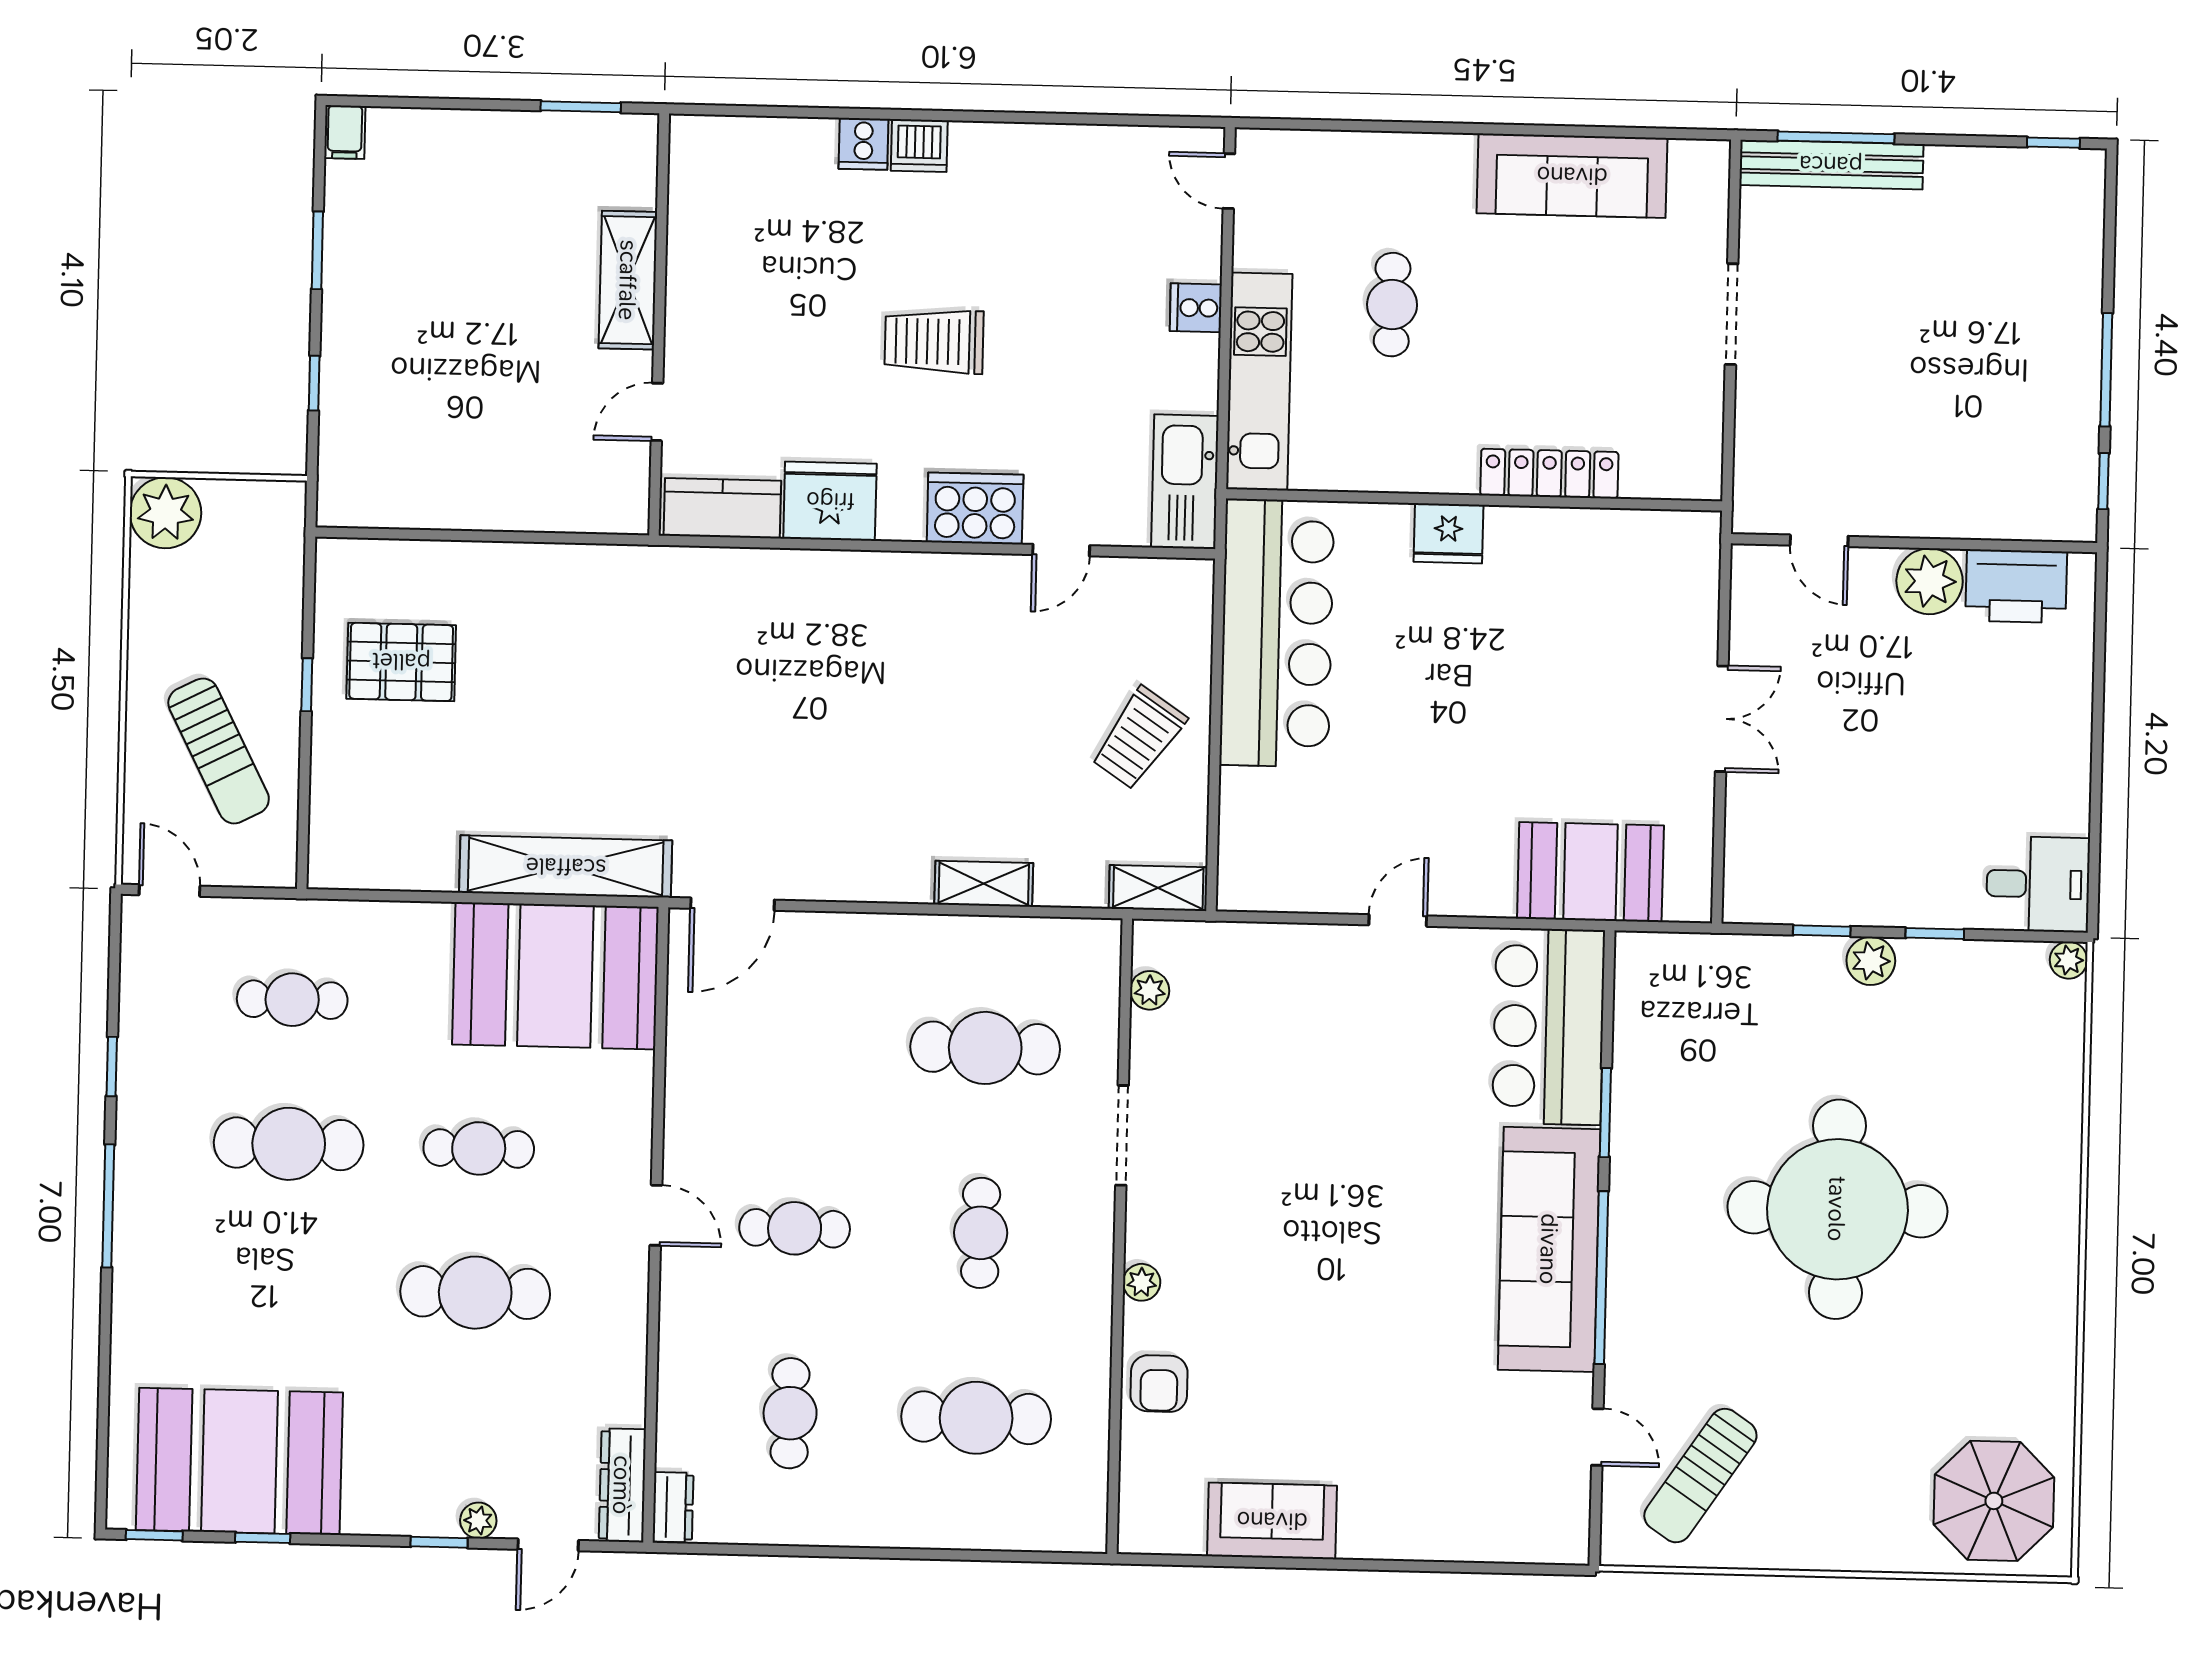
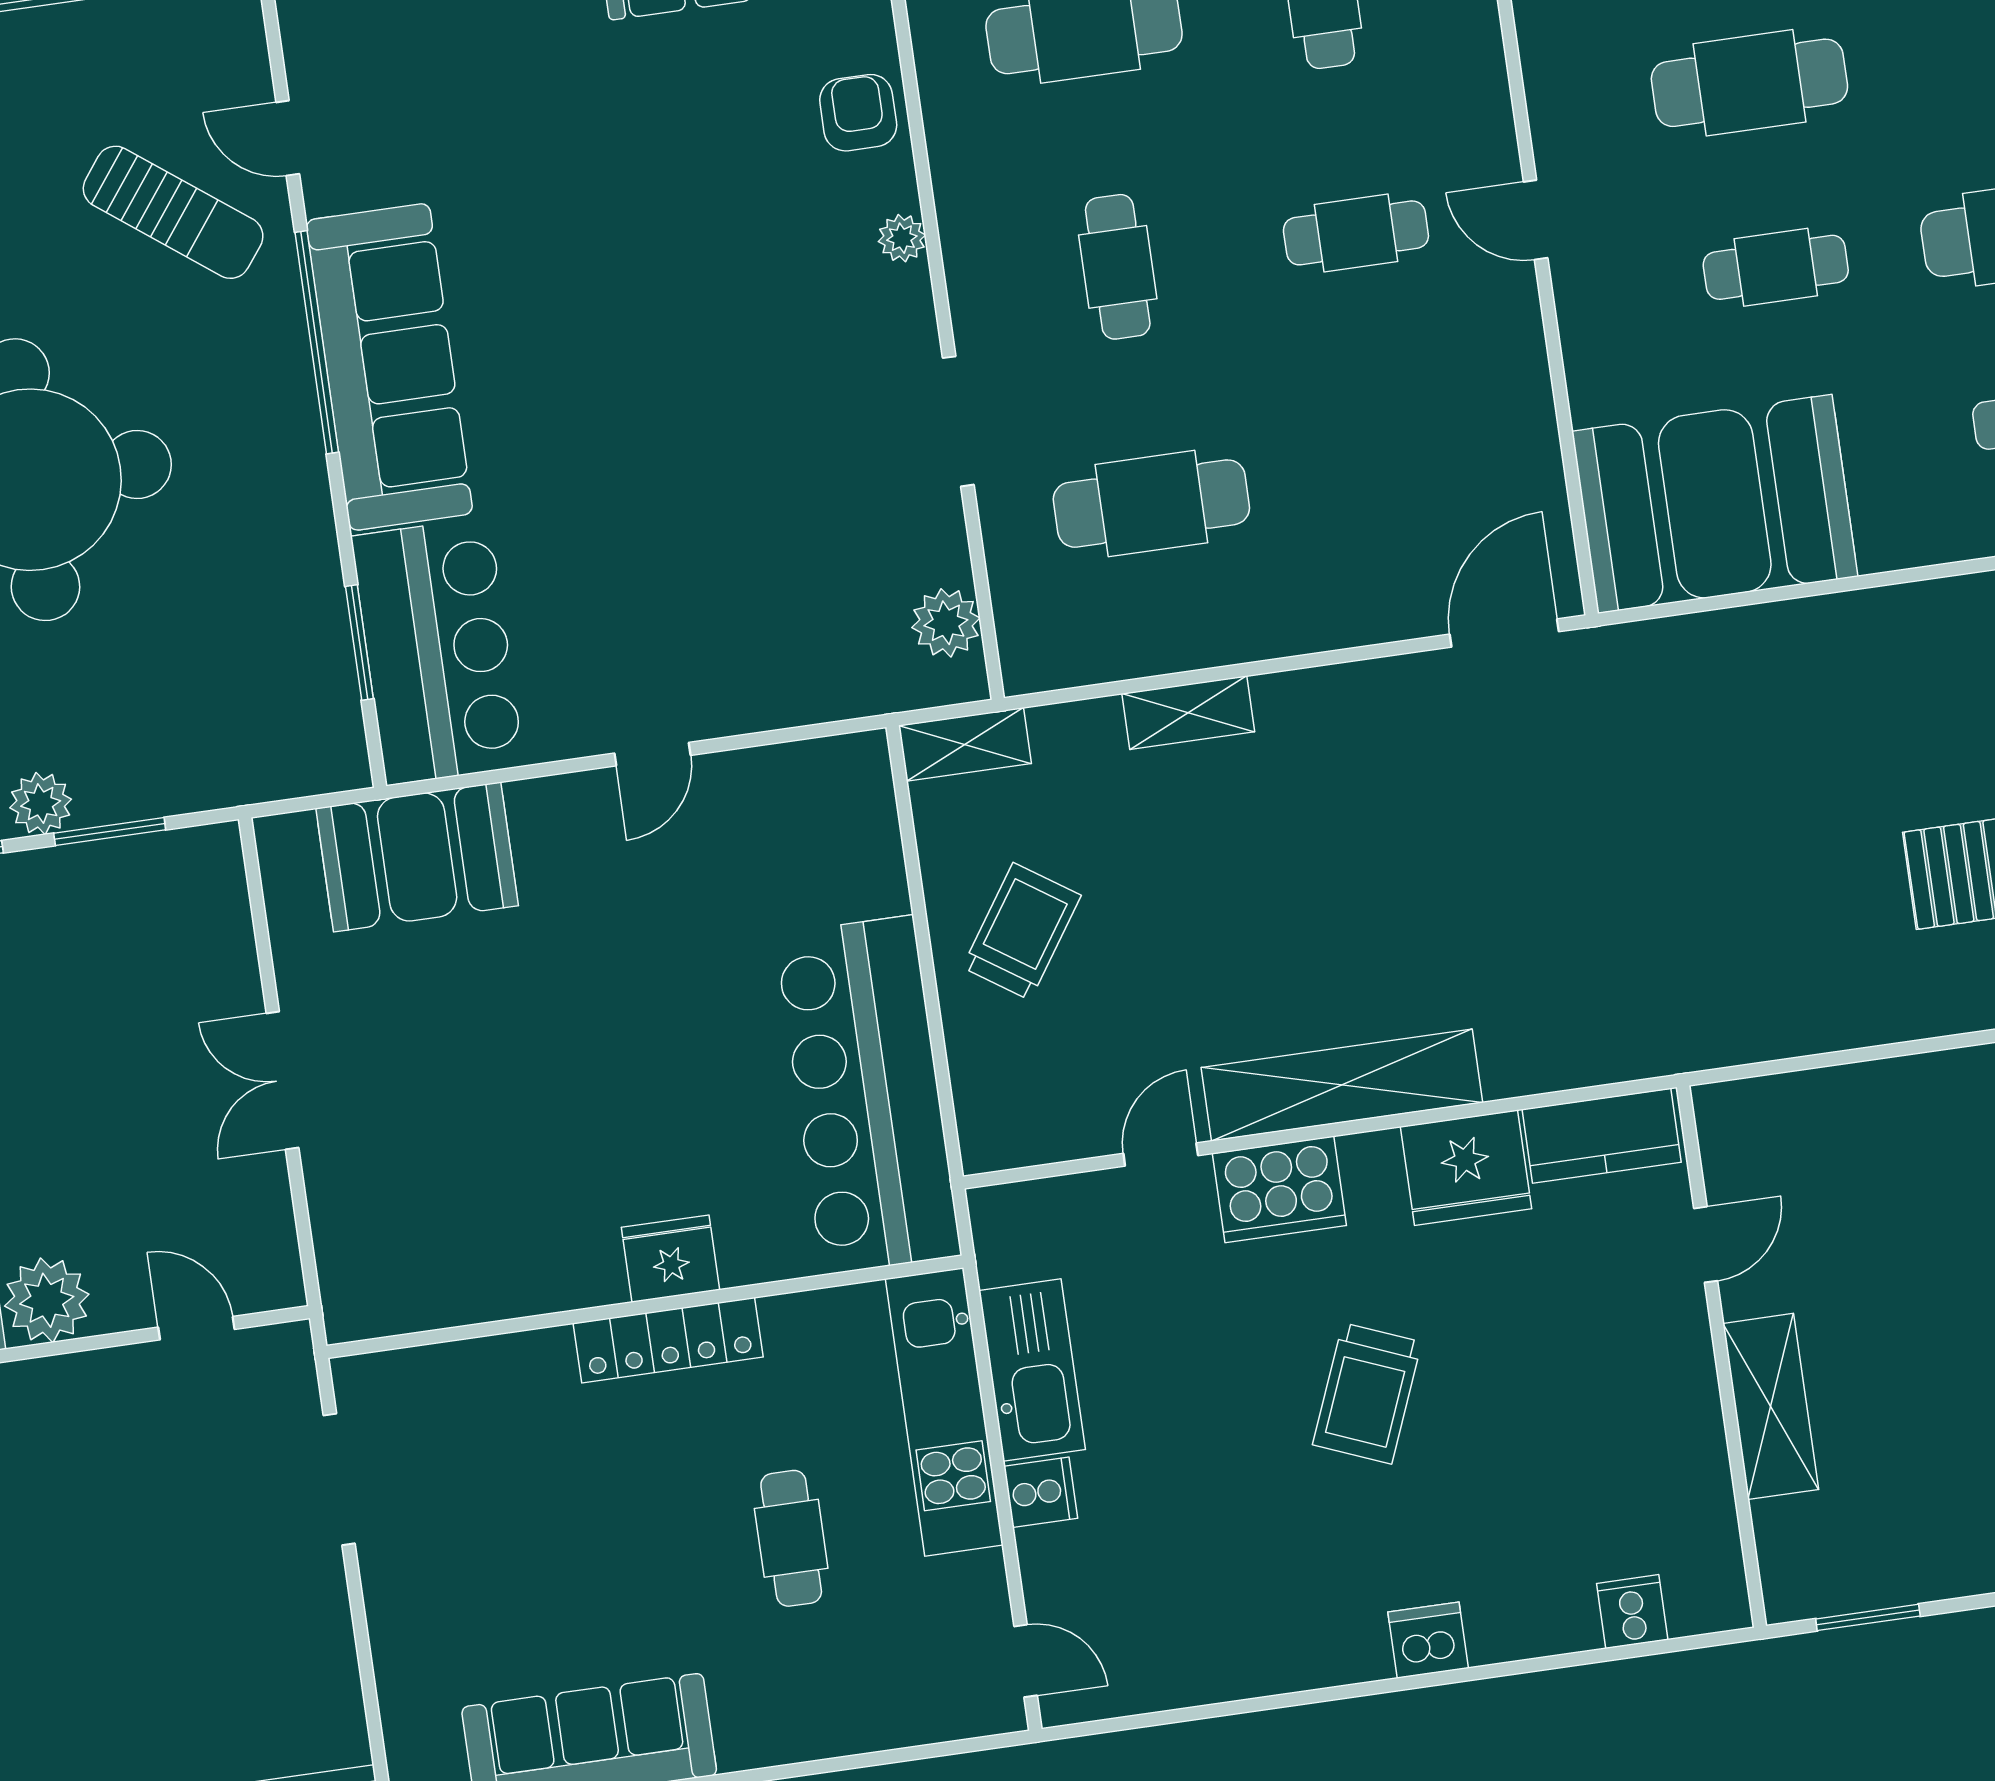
cooker: (864, 144) -> (1632, 1612), moved
doorway: (1732, 314) -> (339, 1479), moved
trolley: (934, 342) -> (1367, 1393), turned 112
locker: (1549, 474) -> (668, 1340), moved
kitchen sink: (1185, 482) -> (1032, 1370), moved
shelving: (566, 867) -> (1342, 1085), moved
window: (1822, 931) -> (110, 831), width x1.50
plant: (1150, 990) -> (946, 623), width x1.38, depth x1.38
window: (1605, 1113) -> (359, 643), moved
sun lounger: (1700, 1476) -> (173, 212), moved, turned 93

